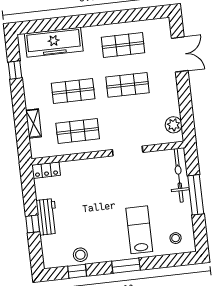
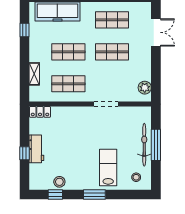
bicycle: (179, 175) -> (144, 145), moved

